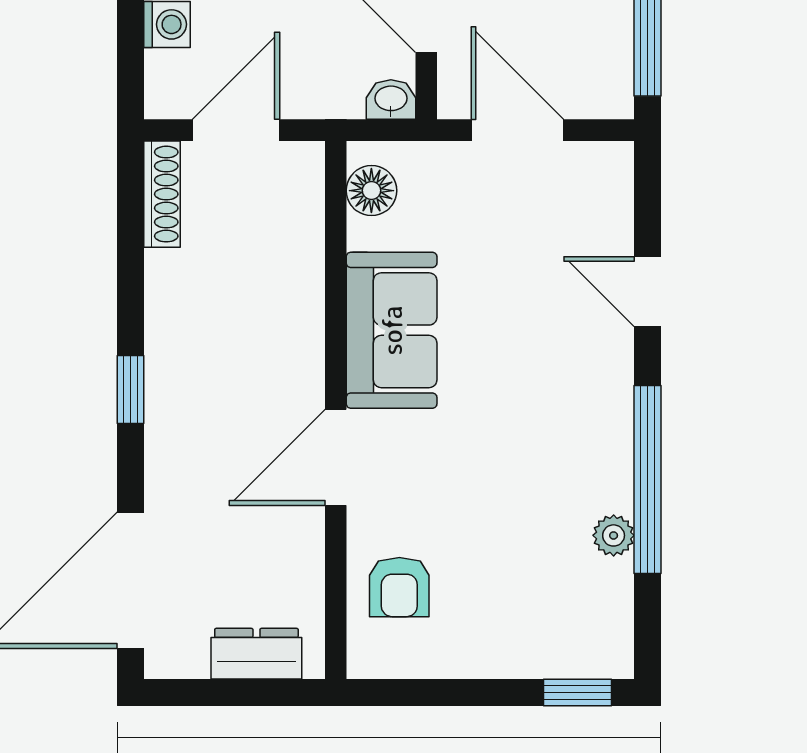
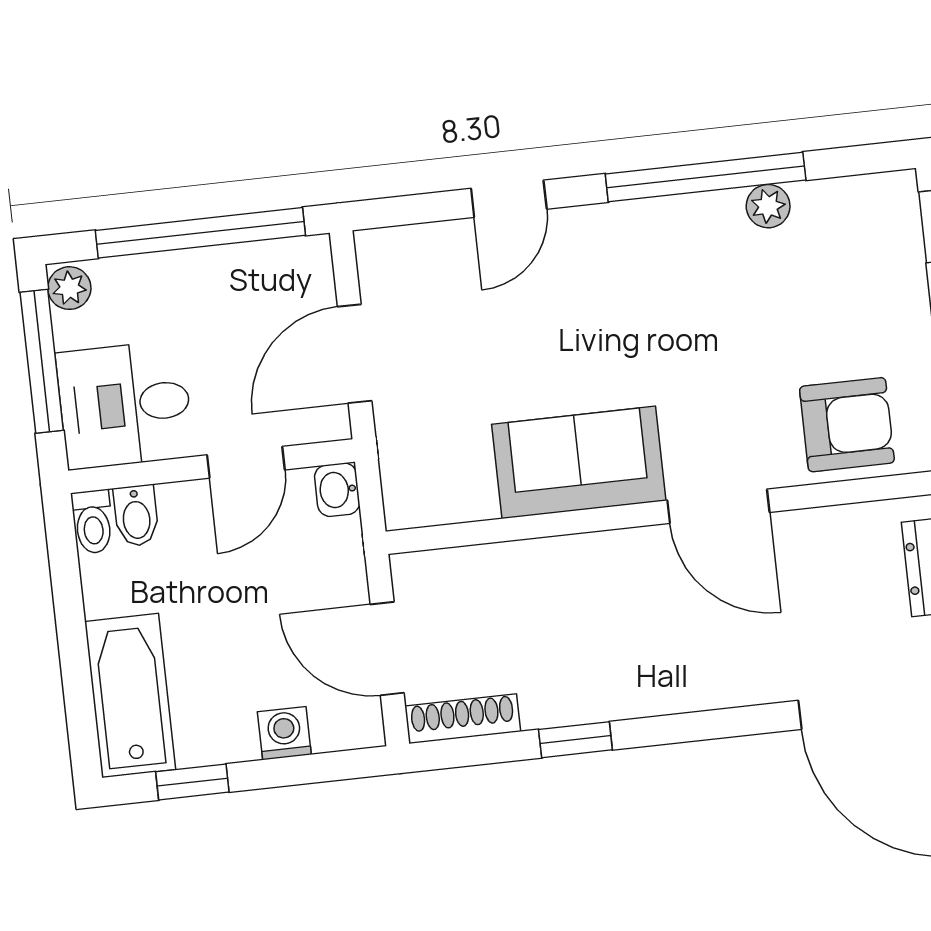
floor lamp: (371, 191) -> (435, 500), removed
window: (130, 390) -> (575, 740), moved
armchair: (399, 587) -> (847, 425), width x1.38, depth x1.38

